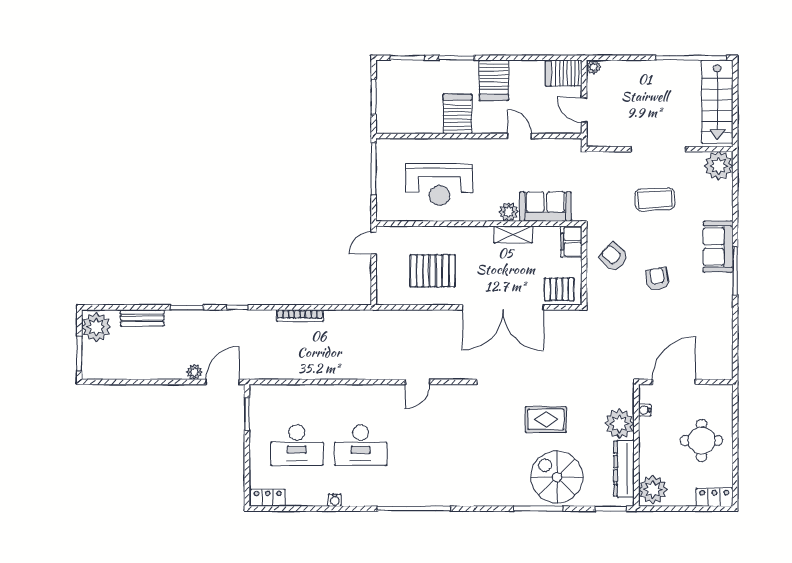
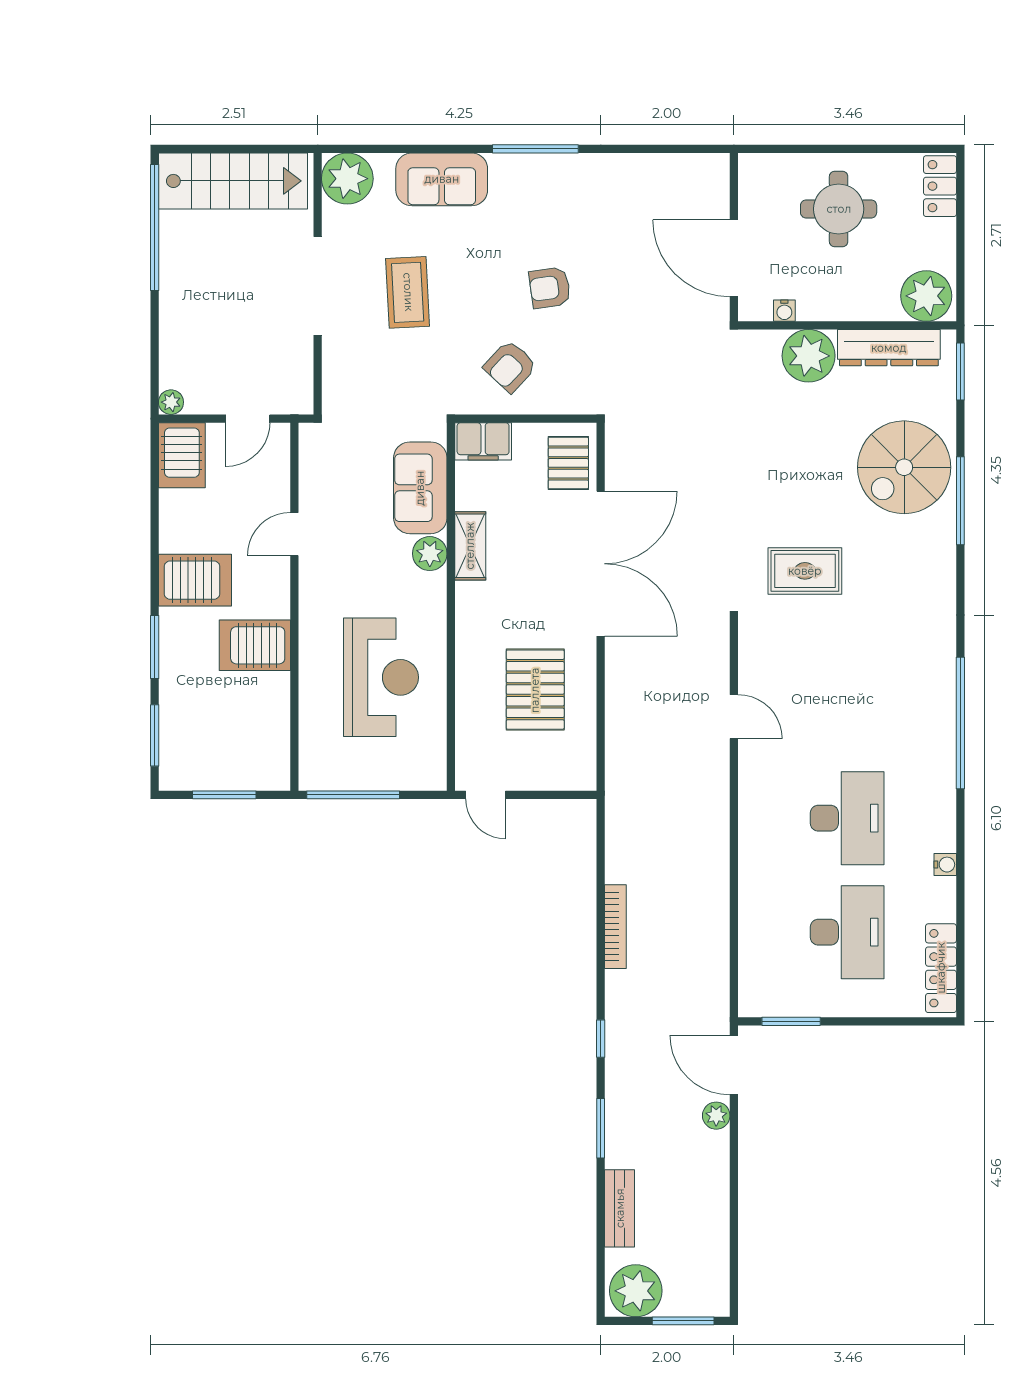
sofa: (718, 247) -> (442, 179), moved
rug: (546, 420) -> (805, 571), moved, turned 90
locker: (268, 498) -> (941, 968), width x1.53

